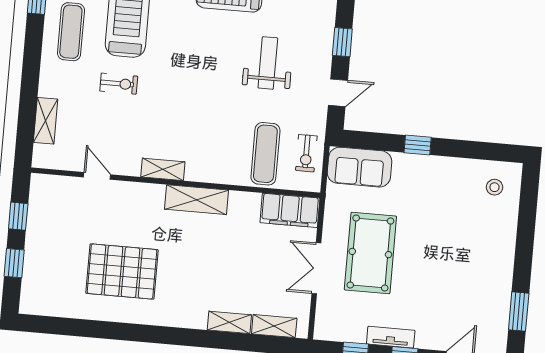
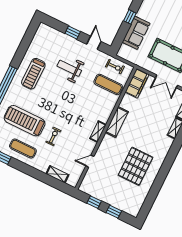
sofa: (360, 167) -> (136, 33), moved

